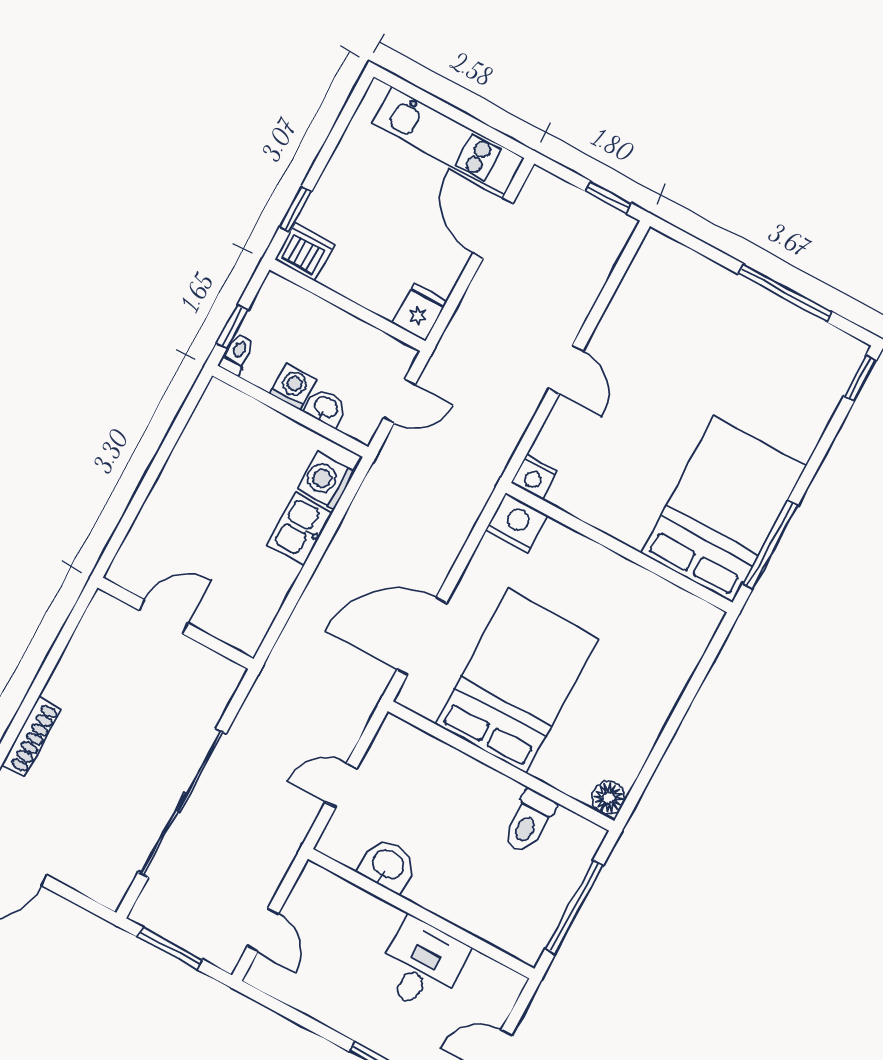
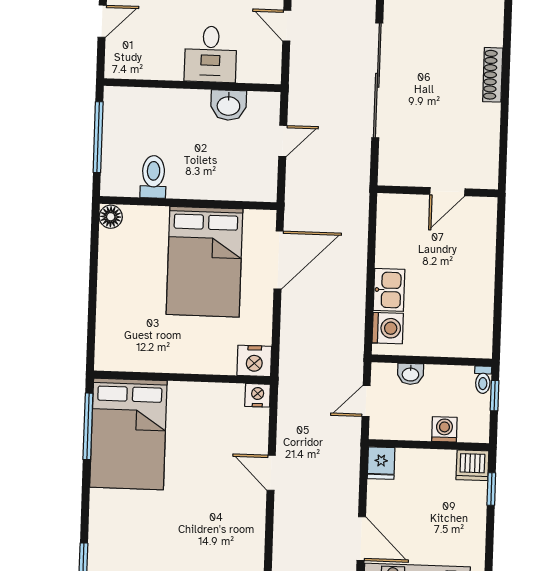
washing machine: (293, 387) -> (444, 429), moved, turned 180
desk: (422, 965) -> (211, 54), moved

